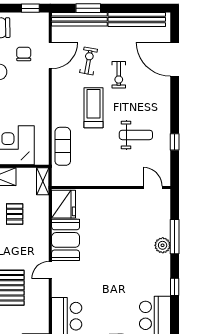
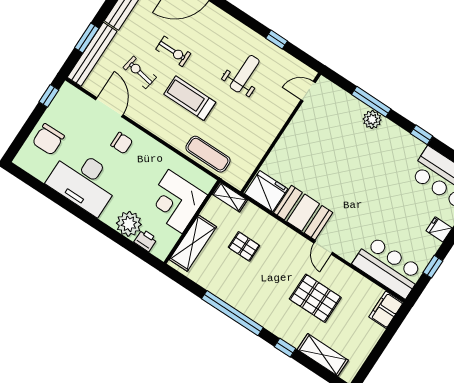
chair: (24, 54) -> (122, 143), moved, turned 180

